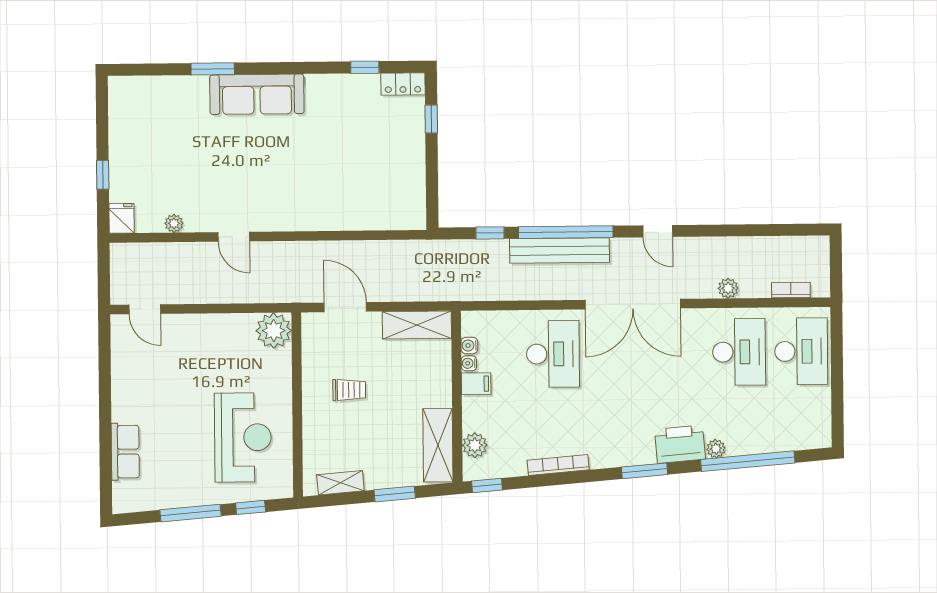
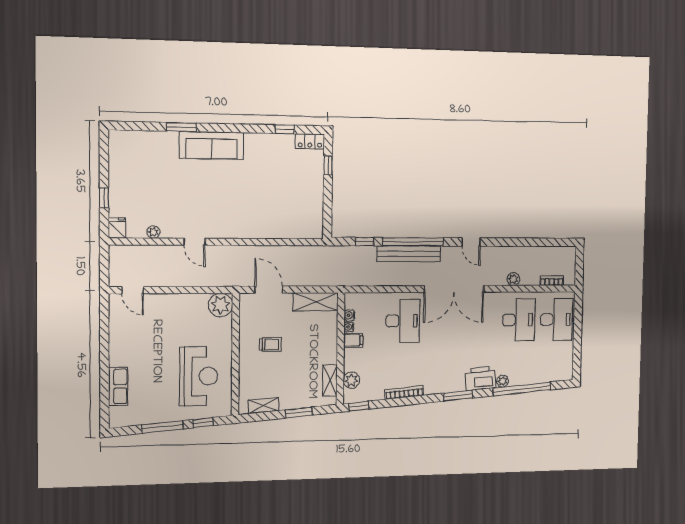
shelving: (438, 445) -> (330, 380), width x0.67, depth x0.75

